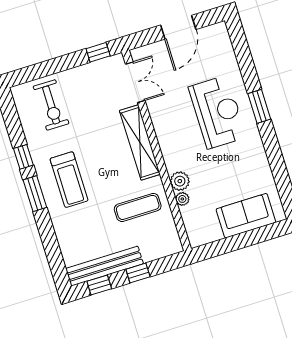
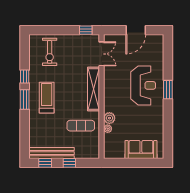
treadmill: (69, 180) -> (47, 98), turned 180

